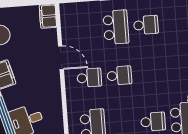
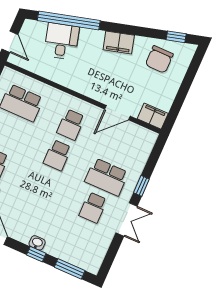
door: (61, 58) -> (117, 113), moved

